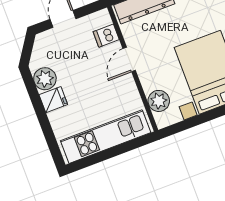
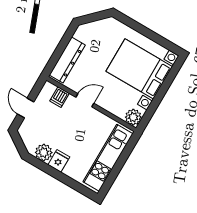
door: (129, 59) -> (85, 100), swing flipped
plant: (159, 101) -> (133, 117), moved

